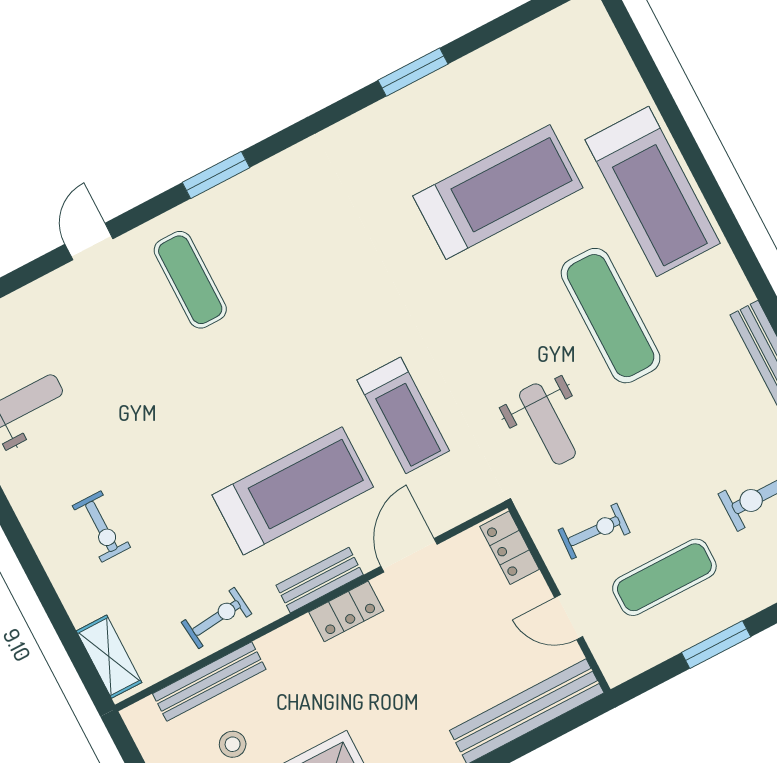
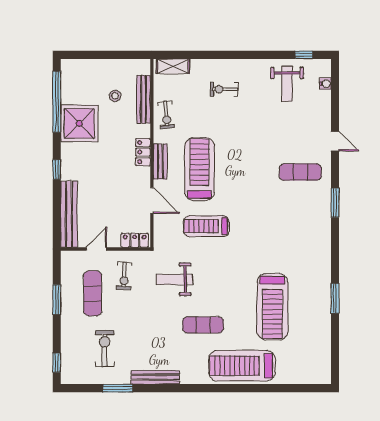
exercise mat: (611, 316) -> (203, 325), width x0.73, depth x0.69
treadmill: (293, 491) -> (199, 169), turned 180
locker: (346, 611) -> (143, 152), moved

